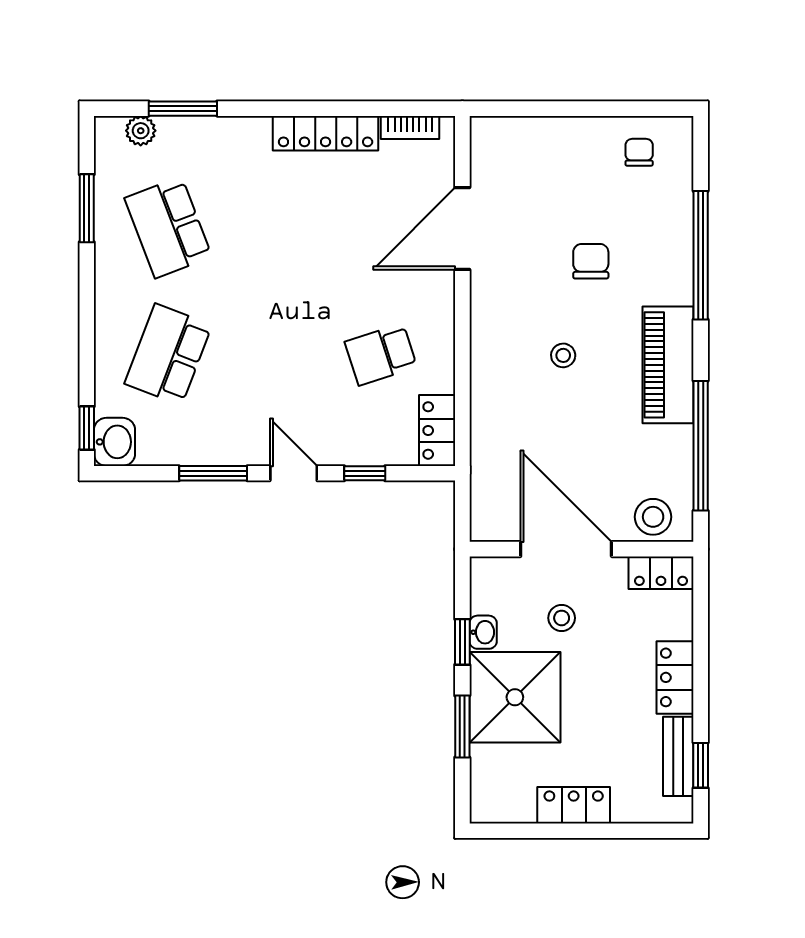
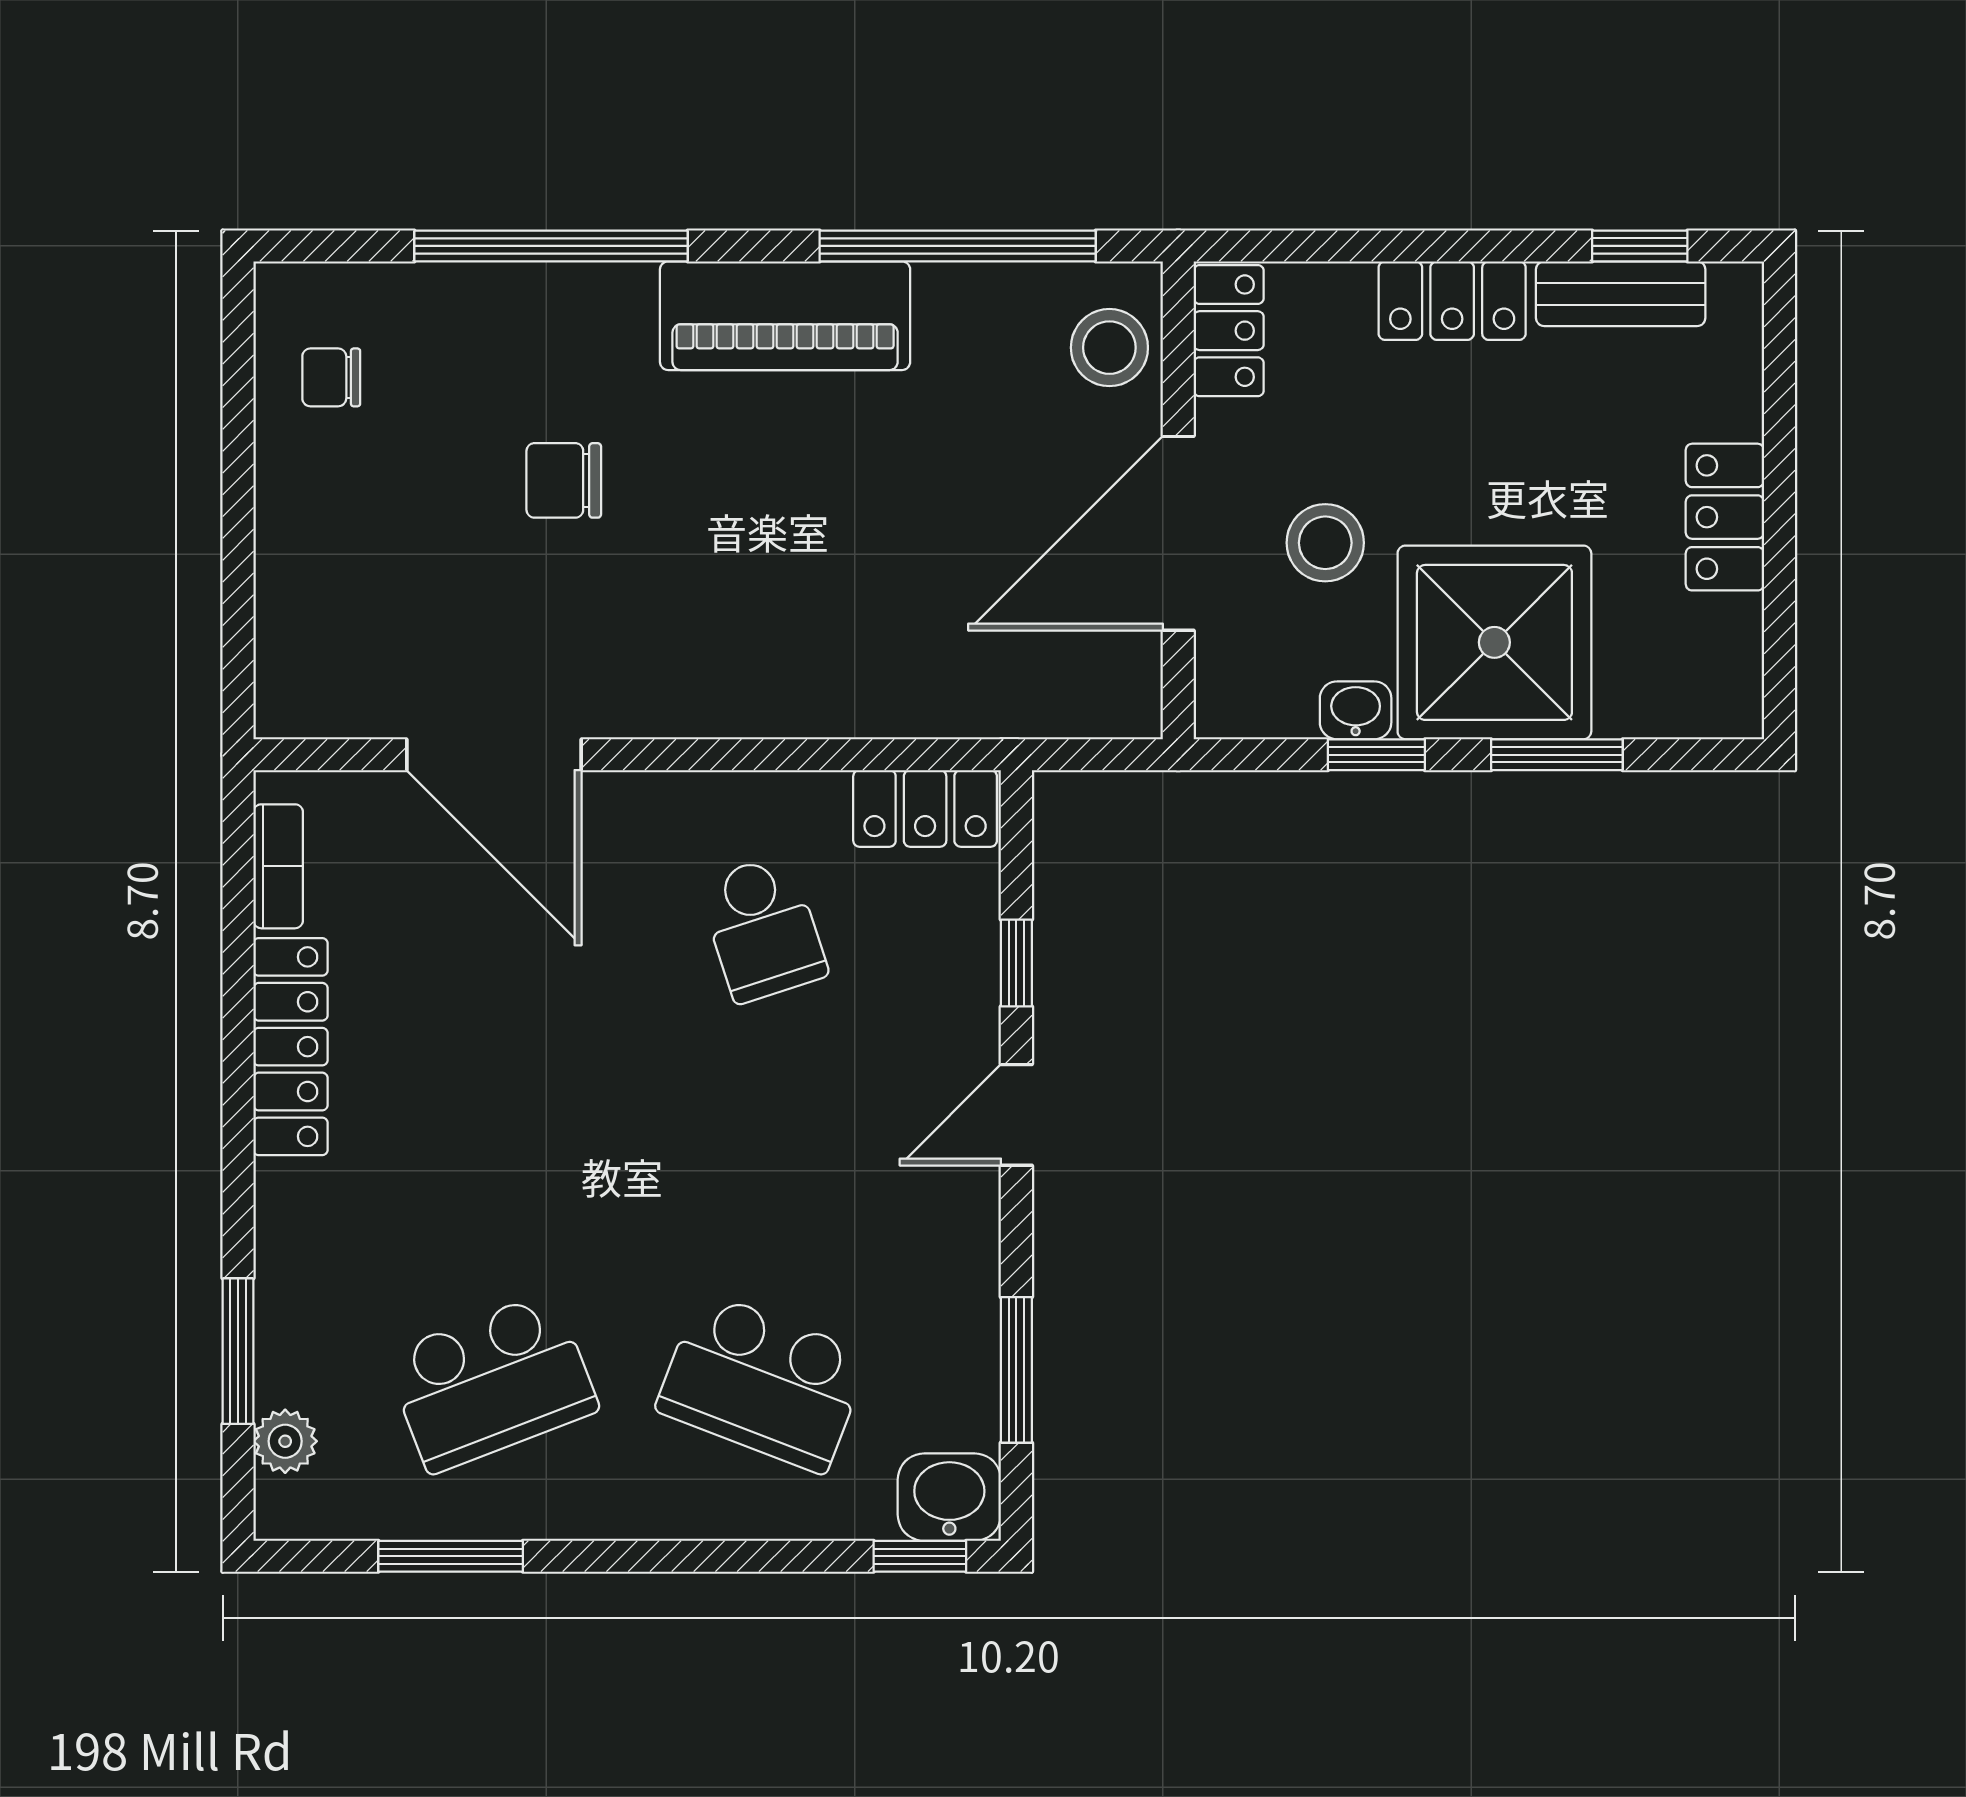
stool: (563, 355) -> (765, 539), removed
window: (213, 473) -> (1016, 1370), moved
stool: (562, 618) -> (1325, 543), width x1.37, depth x1.37

